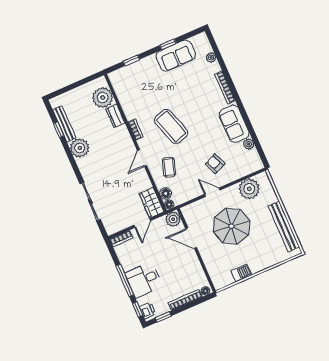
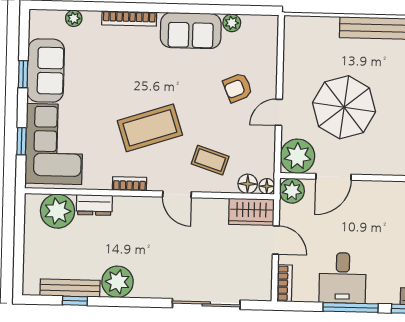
corner sofa: (138, 79) -> (54, 144), added
plant: (249, 189) -> (298, 156), moved
desk: (144, 280) -> (343, 278), moved

